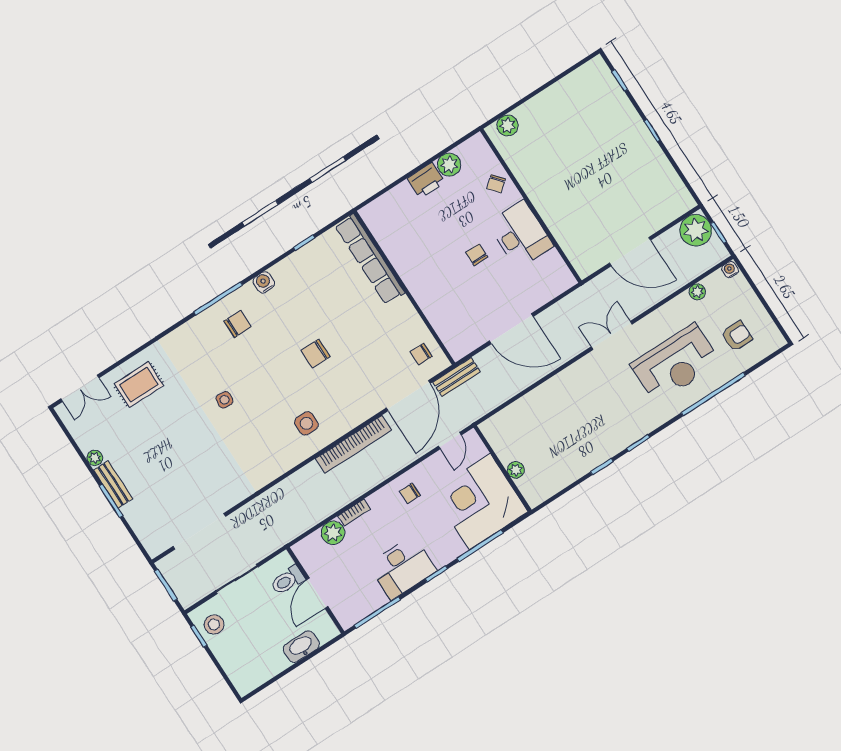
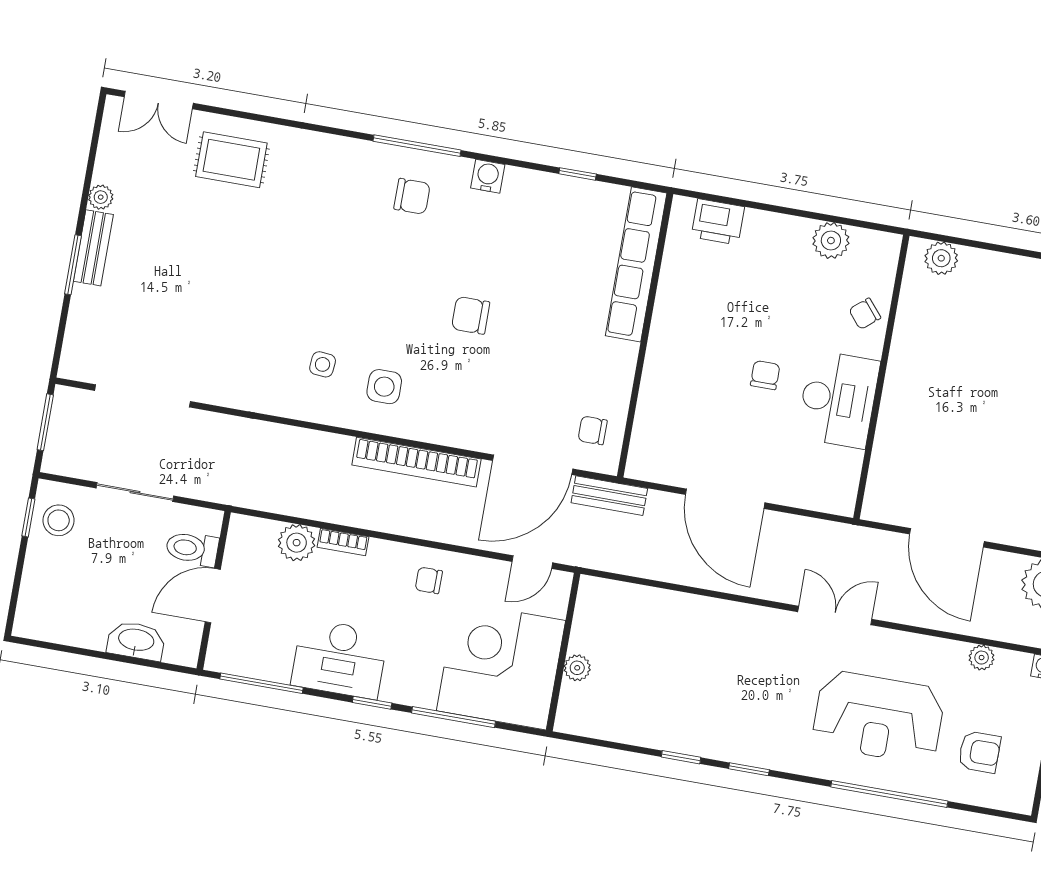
printer: (426, 181) -> (718, 222), moved
side table: (224, 400) -> (323, 364), moved

